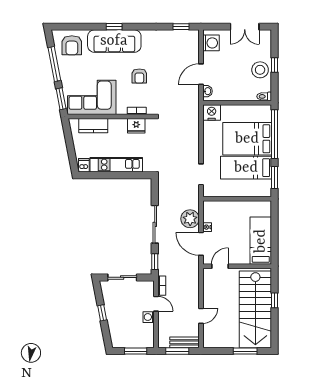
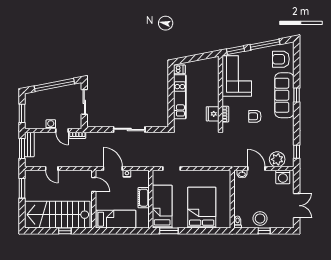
double door: (245, 27) -> (297, 206), swing flipped
nightstand: (212, 112) -> (224, 178), removed
kitchen counter: (93, 126) -> (213, 77), removed
window: (275, 134) -> (206, 231), removed
bed: (246, 168) -> (162, 207), moved
cot: (235, 207) -> (144, 198), added
plant: (190, 219) -> (277, 159), moved
door: (201, 244) -> (113, 169), hinge flipped
window: (155, 262) -> (98, 129), removed
door: (156, 304) -> (62, 131), hinge flipped
window: (102, 313) -> (54, 85), width x3.17
bench: (185, 342) -> (29, 144), moved
window: (245, 351) -> (22, 188), moved

